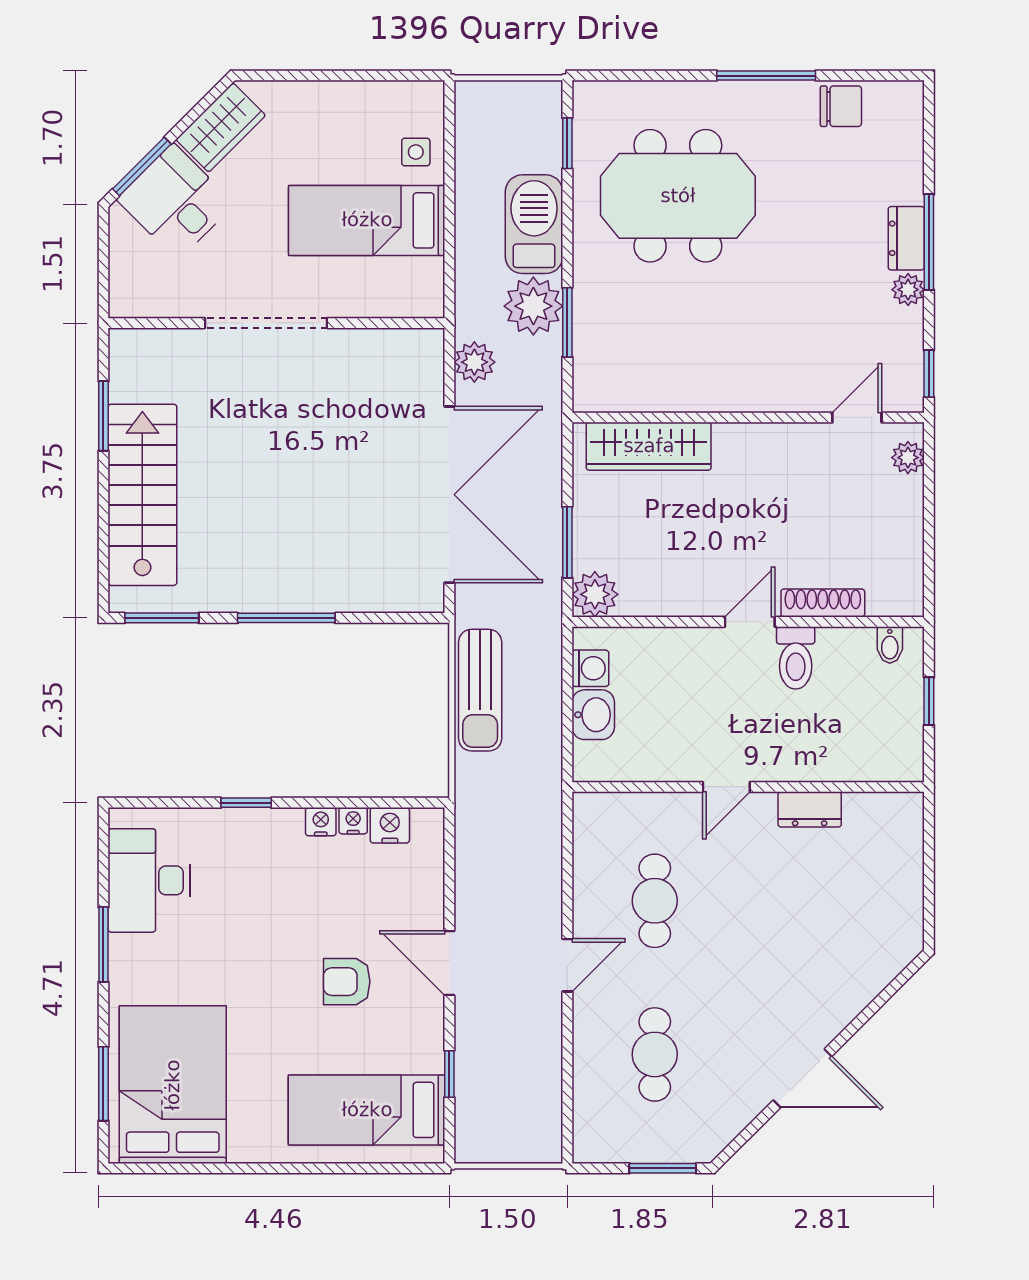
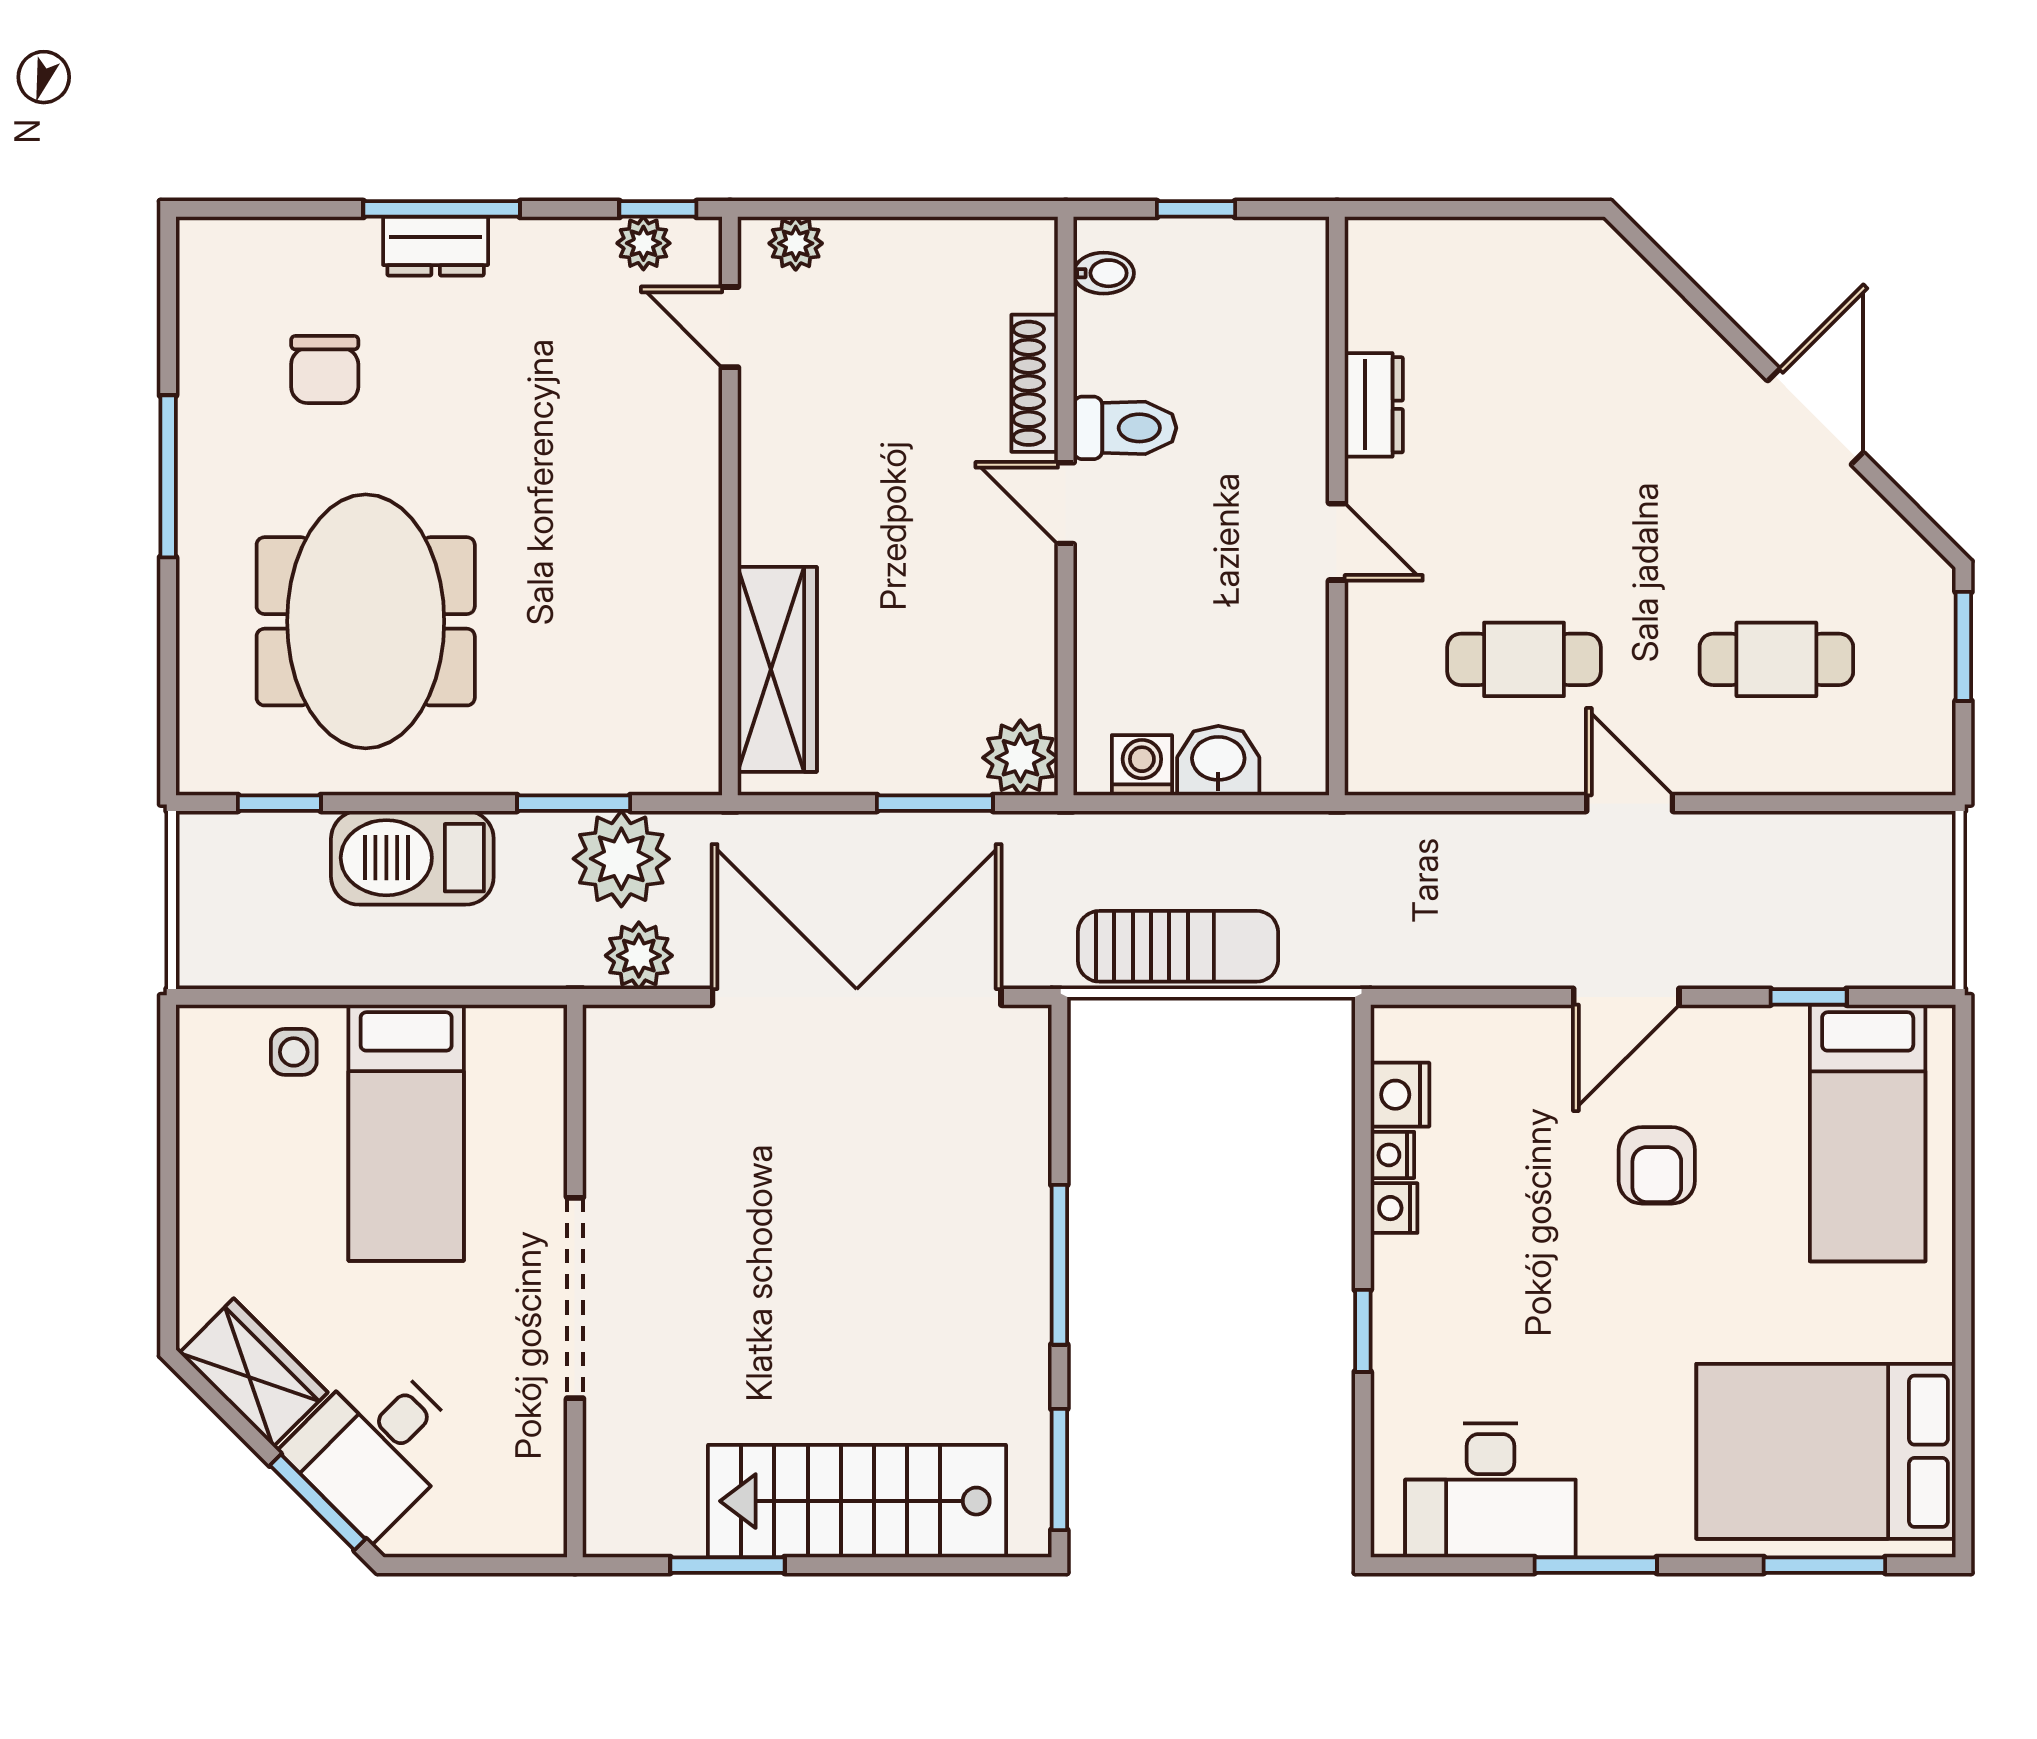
chair: (841, 106) -> (325, 370), moved, turned 180
plant: (908, 290) -> (643, 243), moved
plant: (533, 306) -> (621, 859), moved

